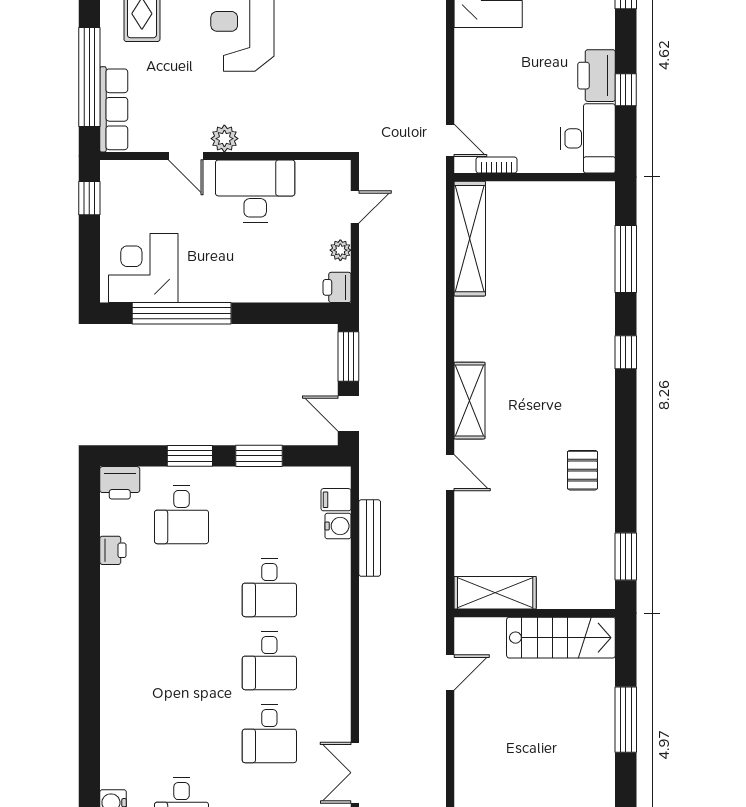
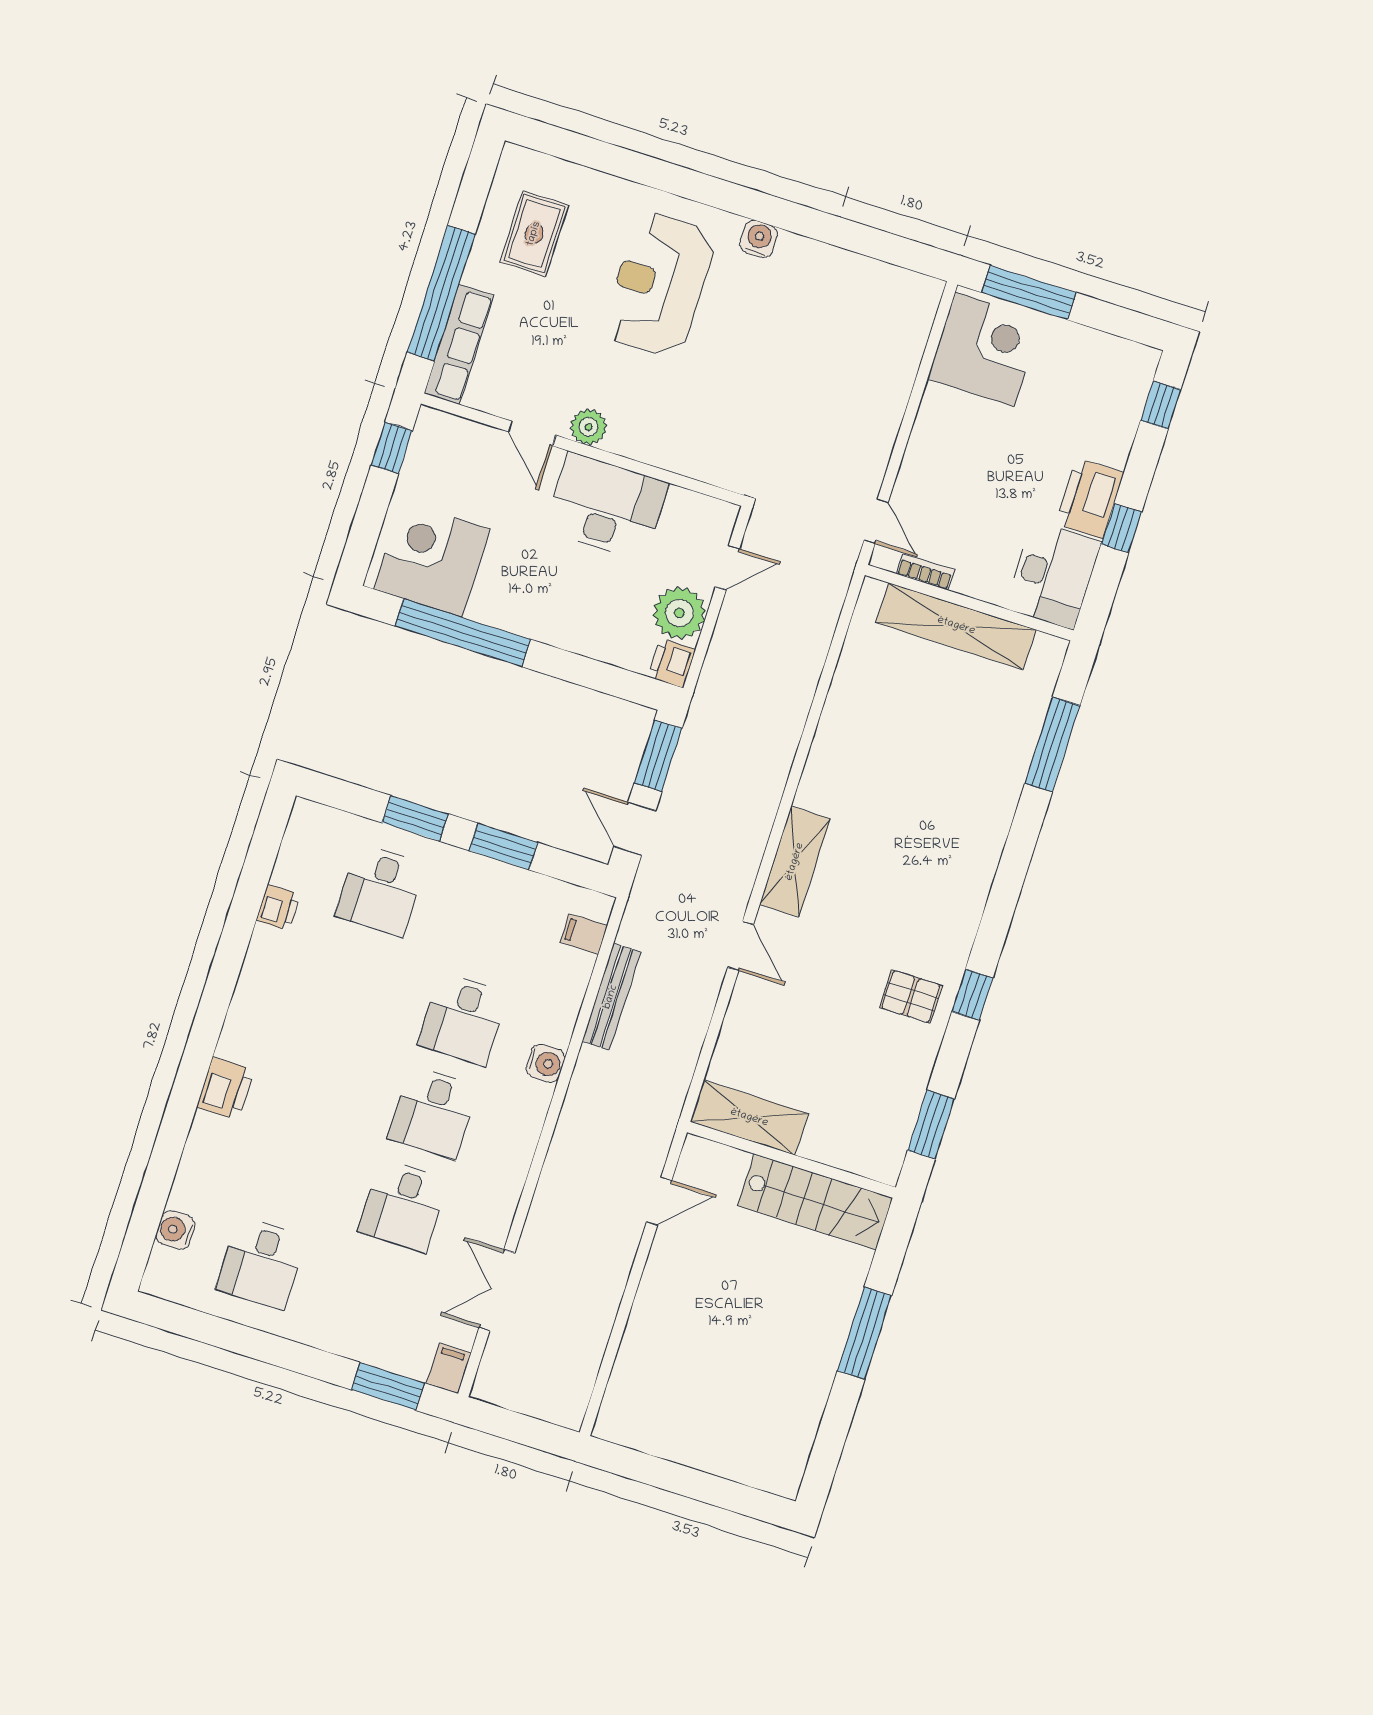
shelving: (470, 239) -> (956, 626), moved, turned 90
plant: (340, 250) -> (679, 613), width x1.88, depth x1.88
window: (626, 352) -> (972, 995), moved
pallet: (582, 470) -> (911, 997), turned 90
printer: (120, 483) -> (225, 1088), moved, turned -90
water cooler: (338, 526) -> (545, 1063), moved

